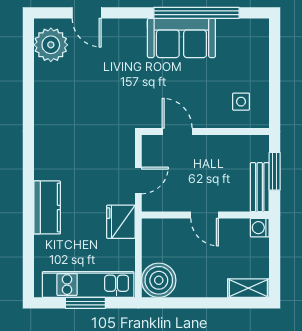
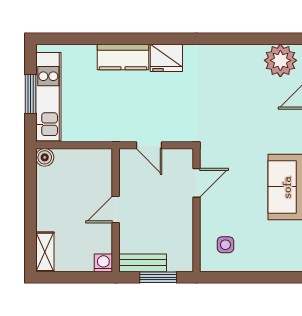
fridge: (121, 222) -> (166, 58), moved, turned 180
boiler: (159, 280) -> (45, 157), width x0.54, depth x0.54

